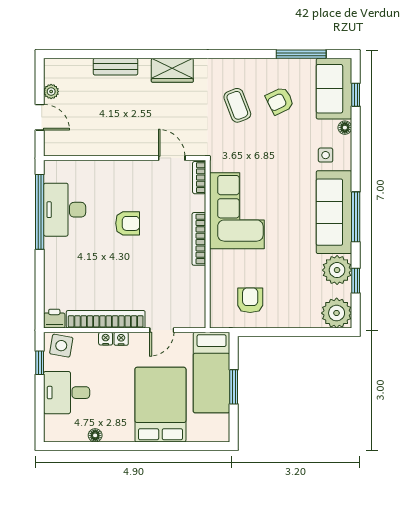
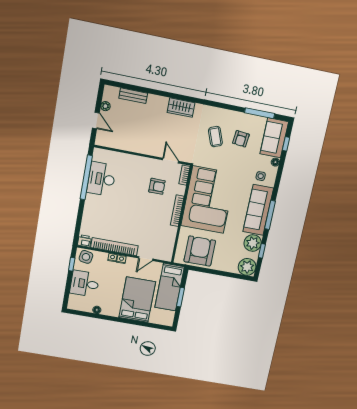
bench: (116, 67) -> (133, 96), moved
armchair: (280, 101) -> (241, 139), turned -58
corner sofa: (237, 211) -> (208, 200), width x1.36, depth x1.36
armchair: (128, 223) -> (157, 186), moved
armchair: (250, 300) -> (200, 251), width x1.88, depth x1.88

